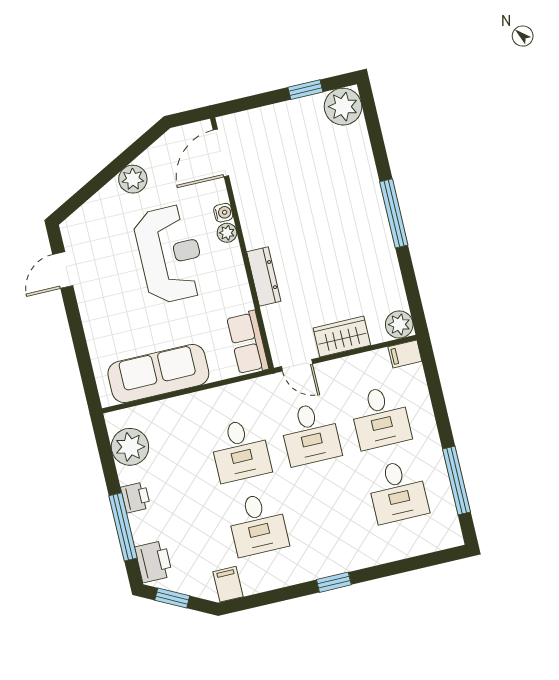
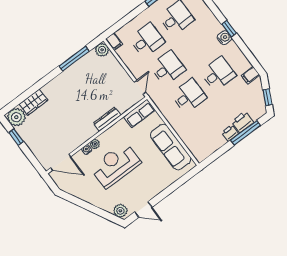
plant: (133, 179) -> (120, 211), moved
window: (394, 213) -> (74, 59), moved
wardrobe: (342, 337) -> (33, 102), moved, turned -90
plant: (130, 447) -> (209, 145), removed
printer: (154, 562) -> (242, 122), moved
water cooler: (321, 566) -> (224, 38), added

